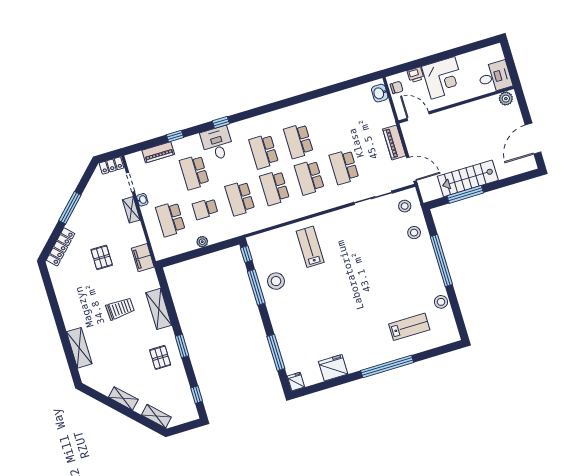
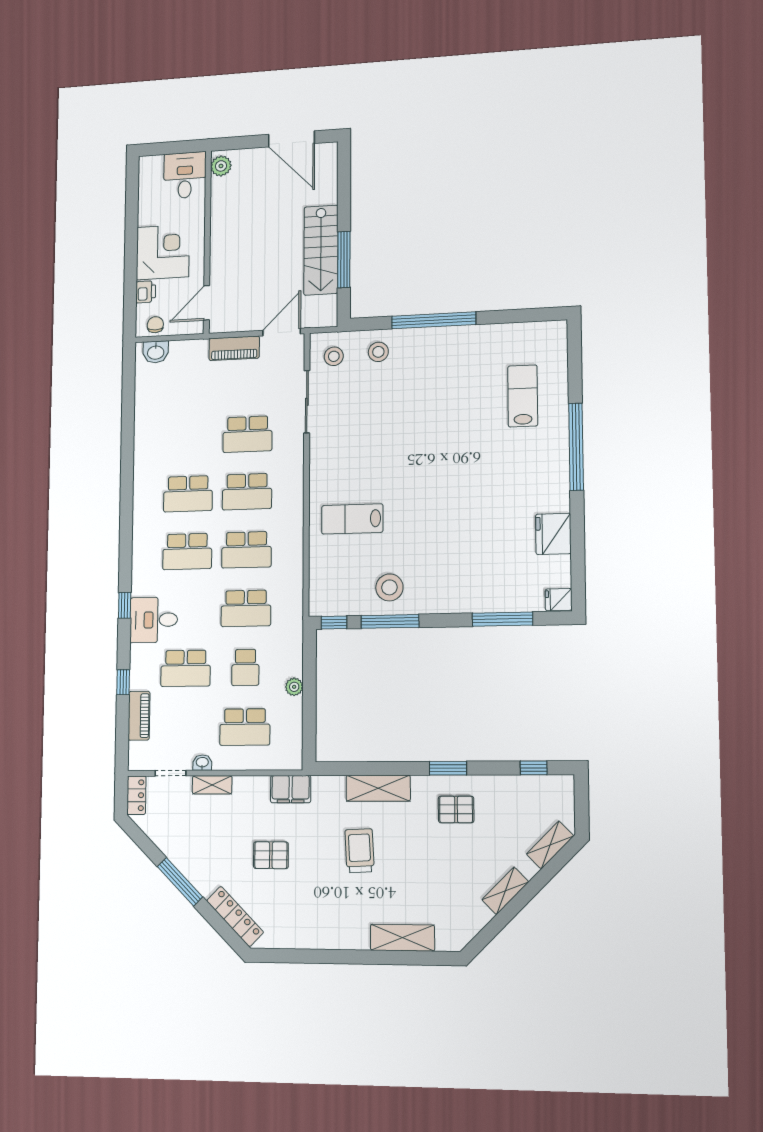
stool: (441, 302) -> (498, 336), removed

